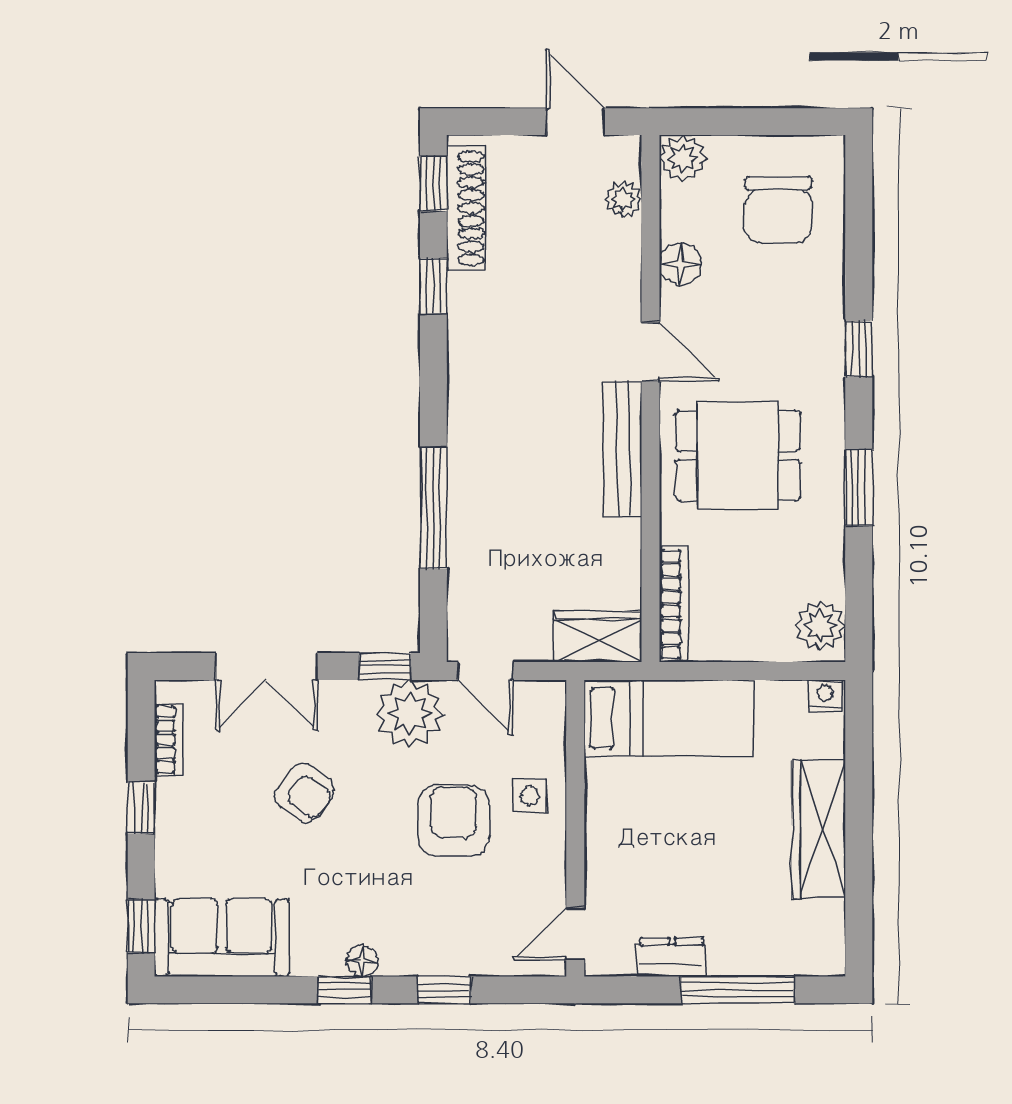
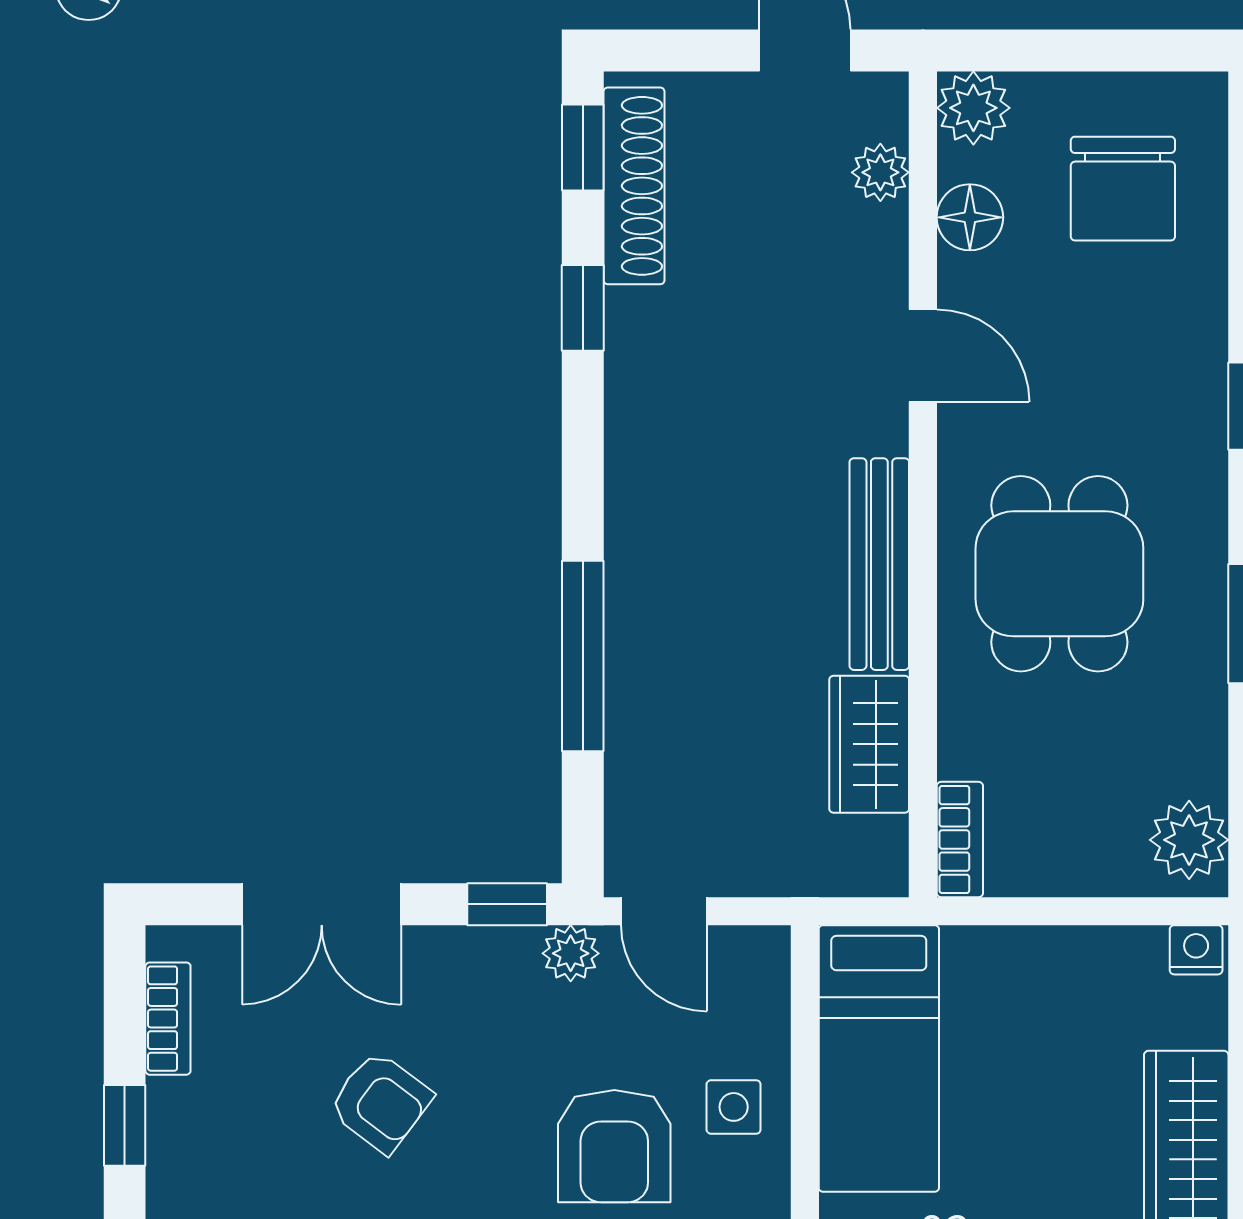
floor lamp: (681, 264) -> (970, 217), moved
door: (651, 352) -> (923, 356), moved
dining table: (738, 456) -> (1059, 574), turned 90
bookcase: (674, 604) -> (960, 839), width x0.64
wardrobe: (598, 637) -> (869, 744), moved, turned -90
plant: (410, 714) -> (571, 953), width x0.53, depth x0.53
bed: (669, 718) -> (879, 1058), moved, turned 90
armchair: (454, 821) -> (614, 1146), turned 180

